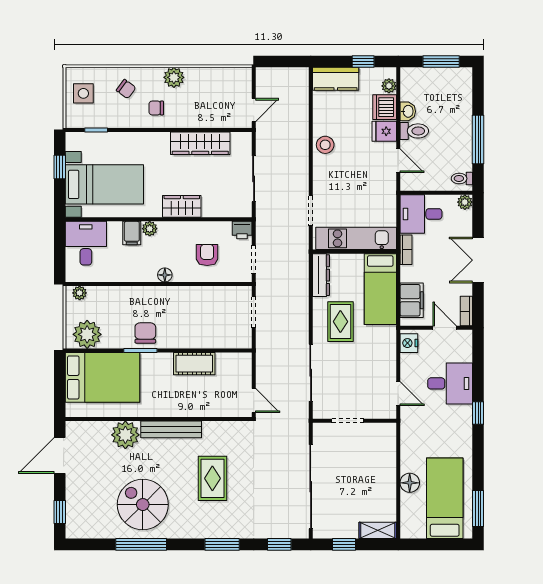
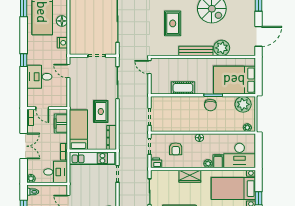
desk: (86, 243) -> (240, 156), width x1.37
nightstand: (409, 343) -> (62, 43), moved

